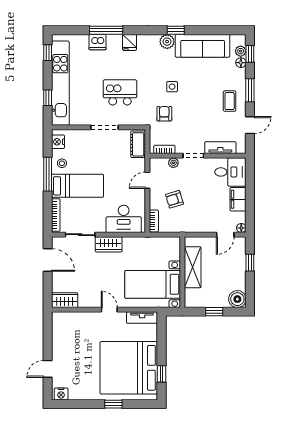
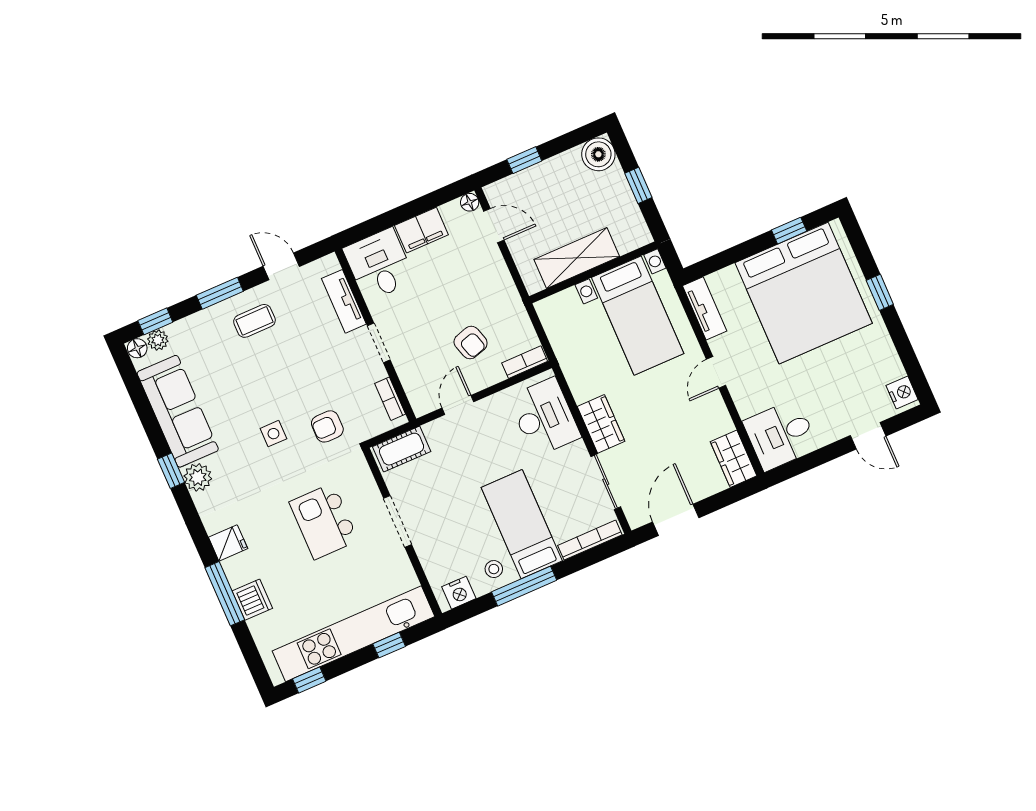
floor lamp: (241, 63) -> (137, 348), moved
plant: (173, 163) -> (407, 372), removed
door: (147, 180) -> (458, 405), swing flipped
desk: (66, 327) -> (781, 435), added

